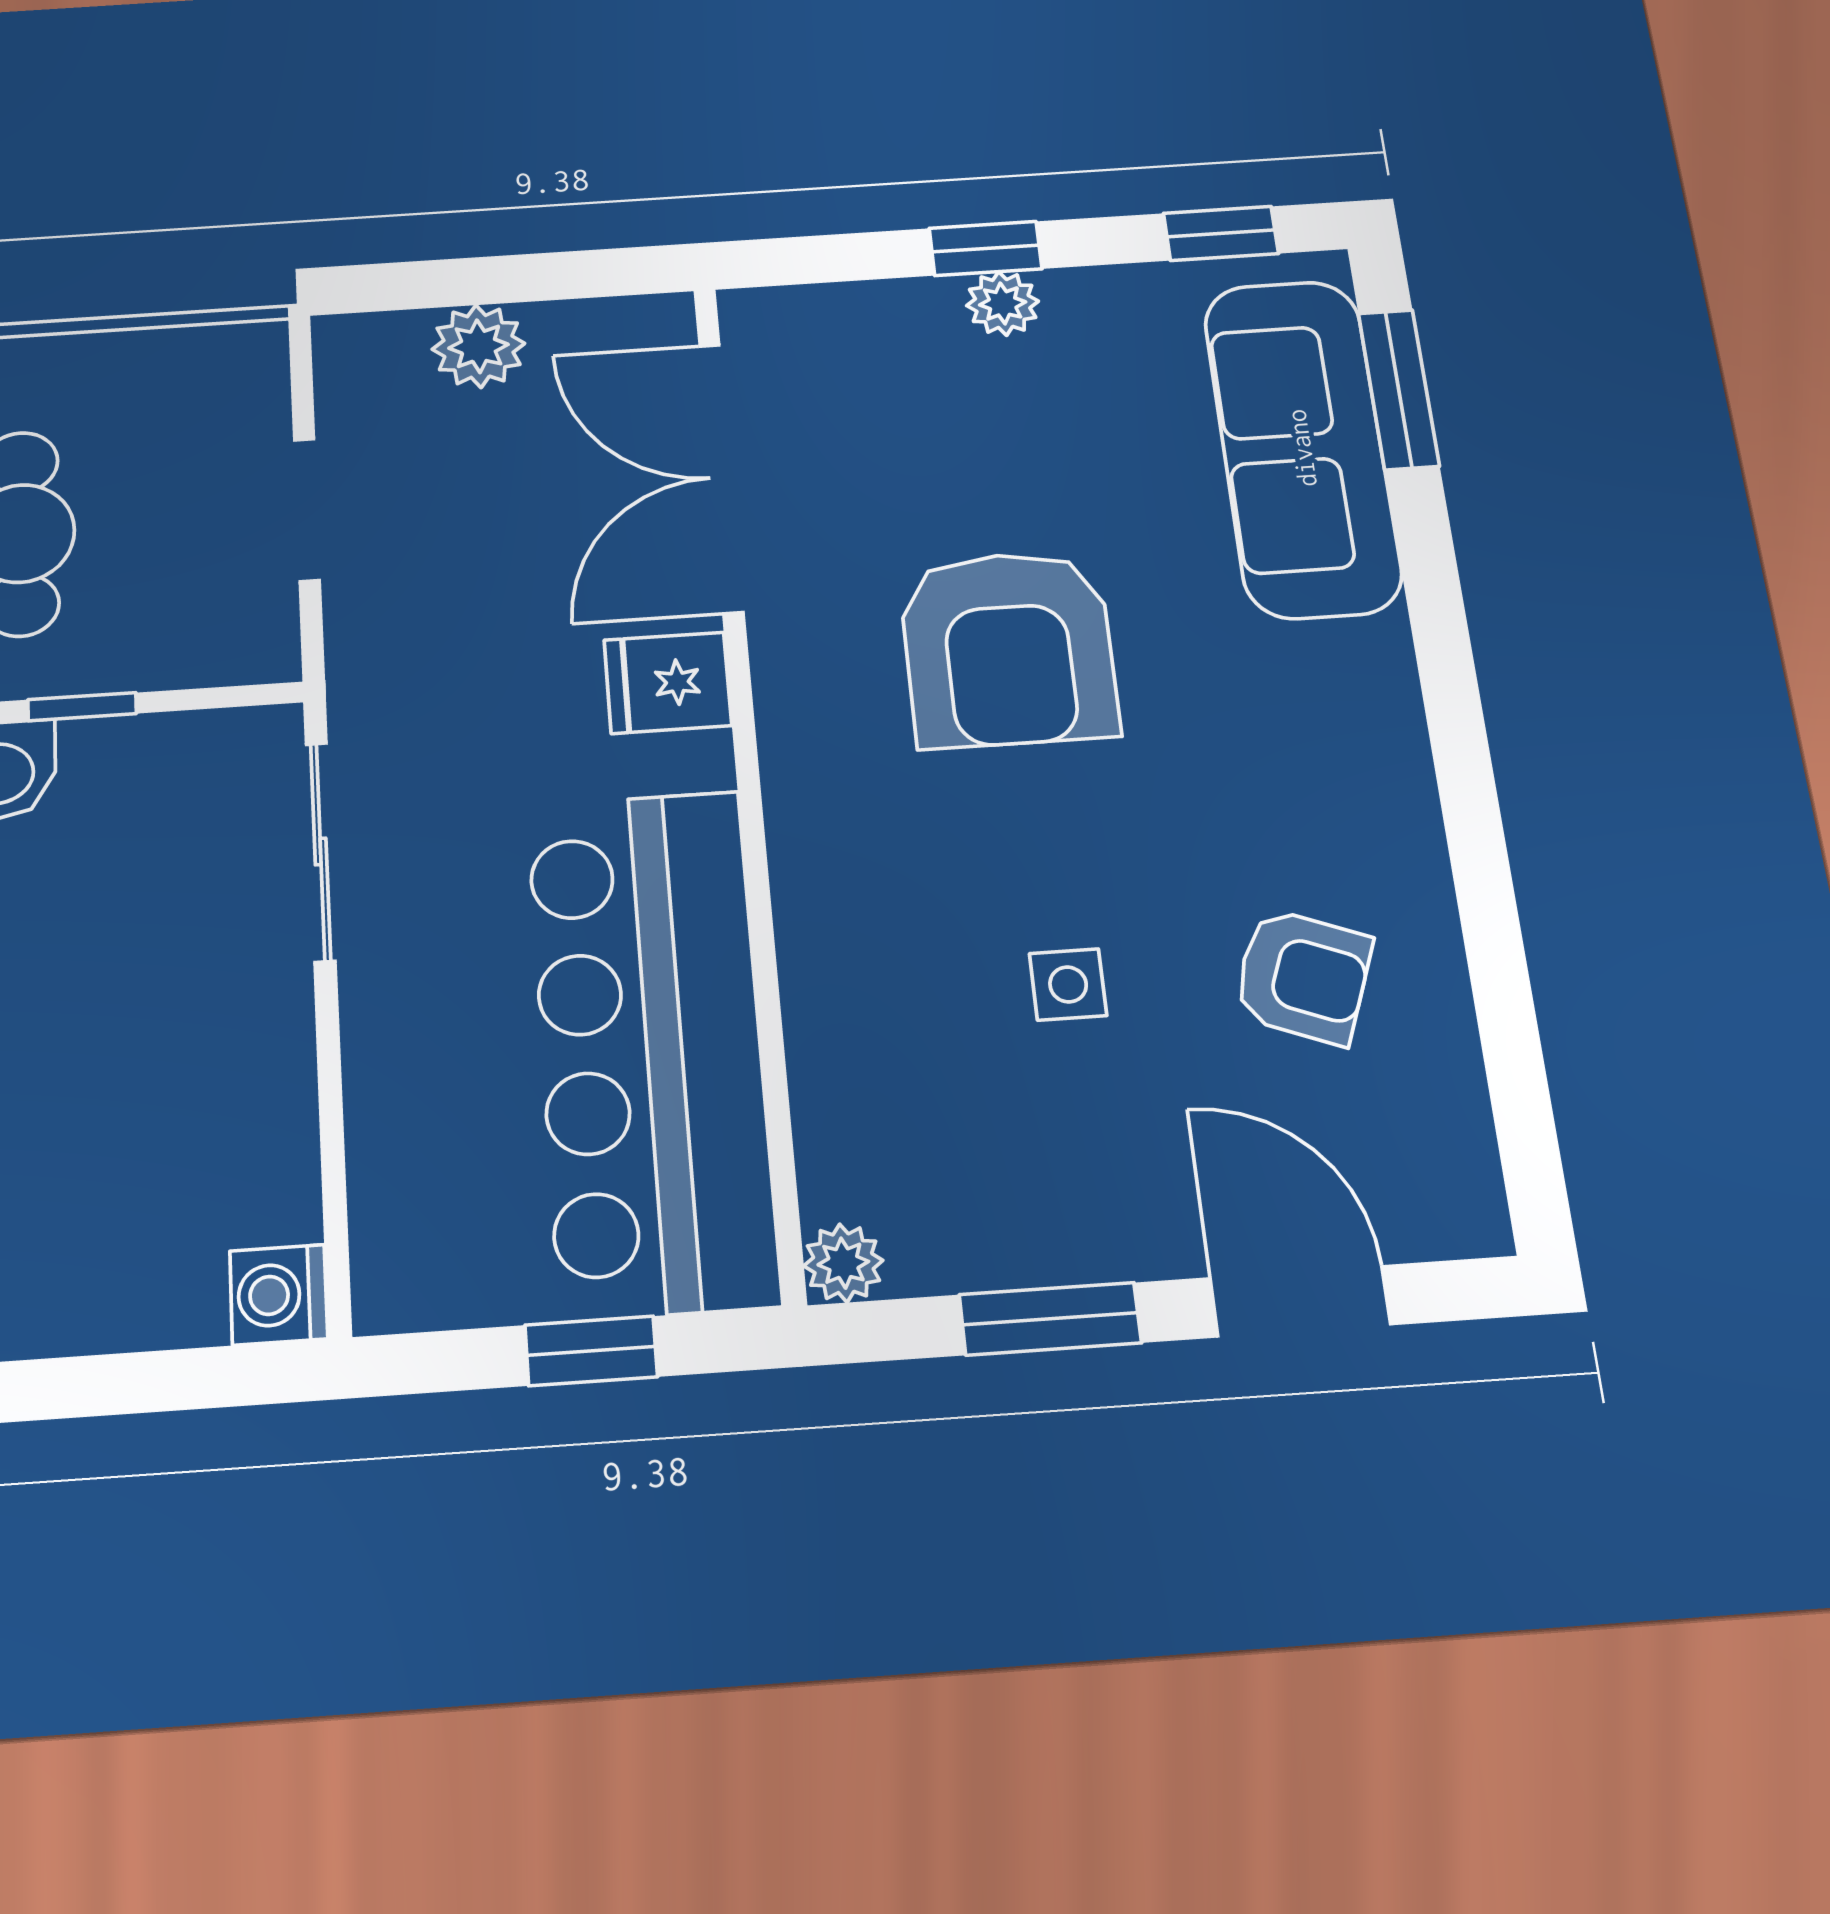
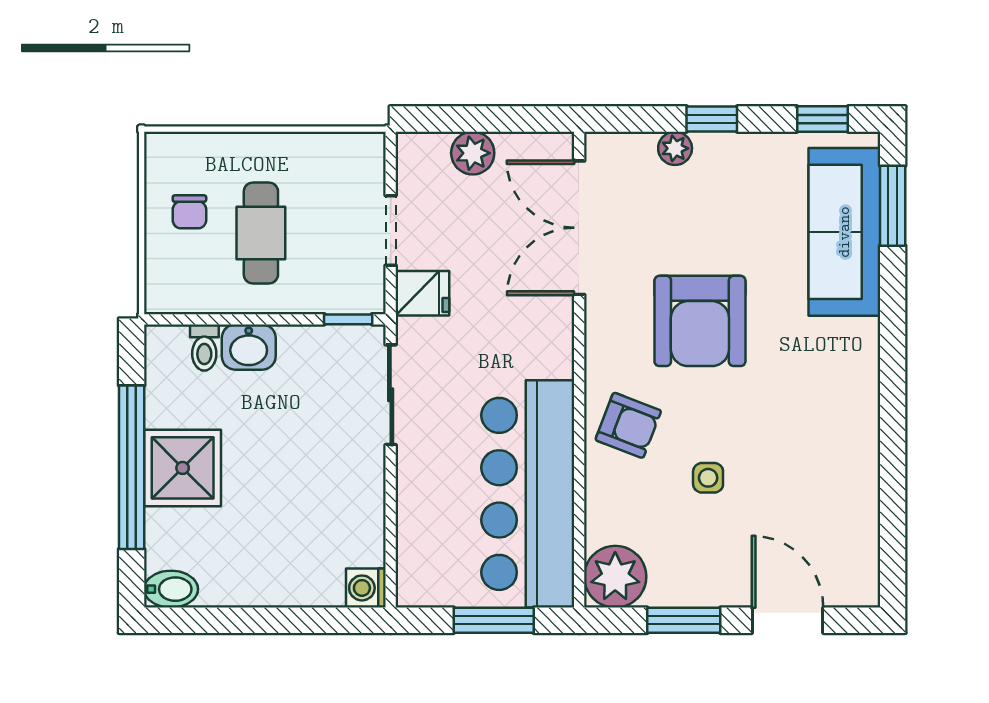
plant: (1003, 303) -> (675, 148), moved
fridge: (668, 683) -> (422, 293), moved, turned 180
window: (82, 707) -> (348, 319), moved
armchair: (1303, 976) -> (628, 425), moved
plant: (843, 1263) -> (615, 577), width x1.87, depth x1.87
window: (591, 1351) -> (494, 620), width x1.50

